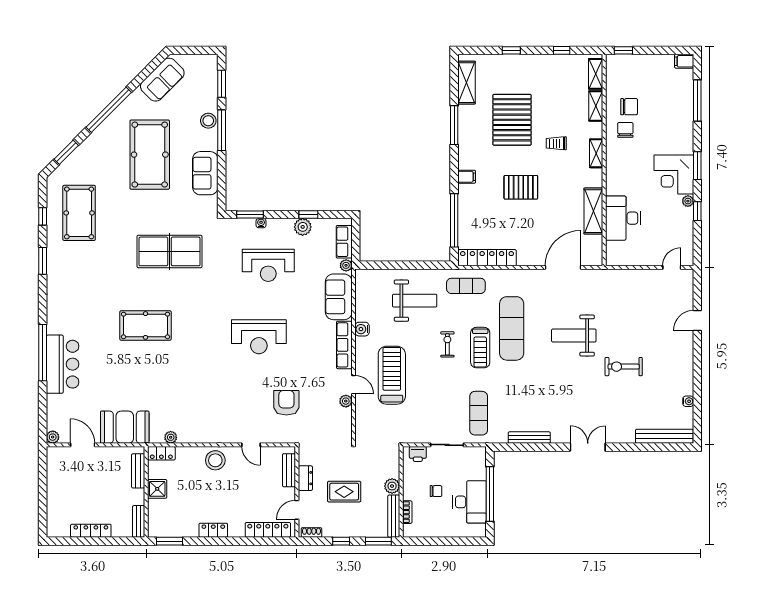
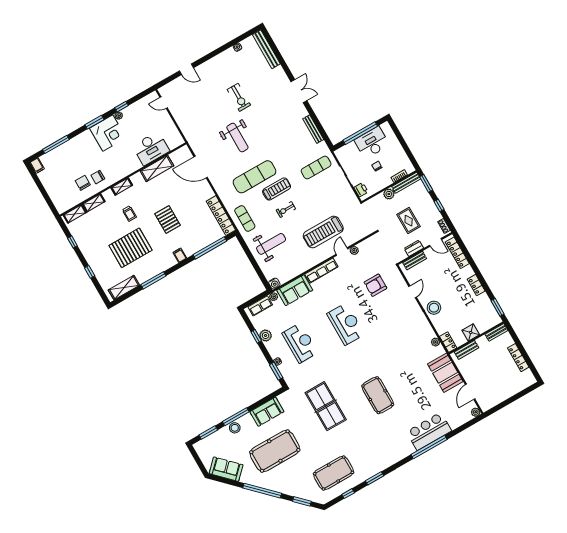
window: (623, 50) -> (51, 205), removed
weight bench: (415, 301) -> (271, 244), turned 90
water cooler: (362, 329) -> (274, 284), moved
double door: (588, 447) -> (299, 91), swing flipped

